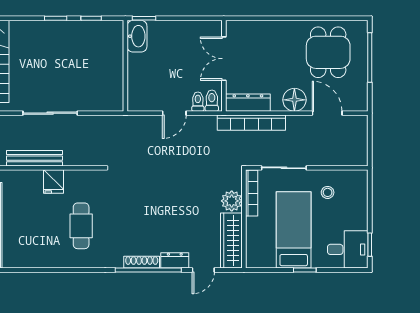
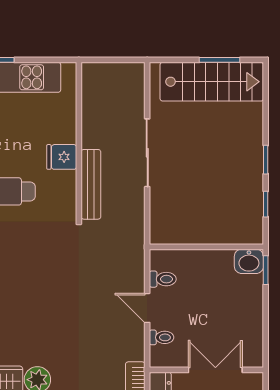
washbasin: (137, 36) -> (249, 261), width x0.72
toilet: (212, 101) -> (163, 279), moved
bench: (35, 158) -> (91, 184), moved

